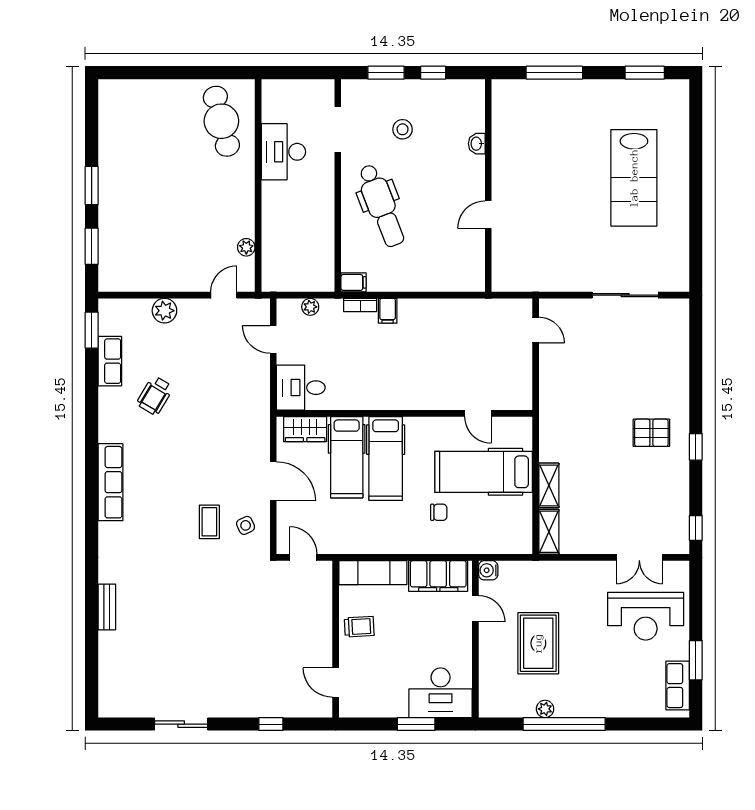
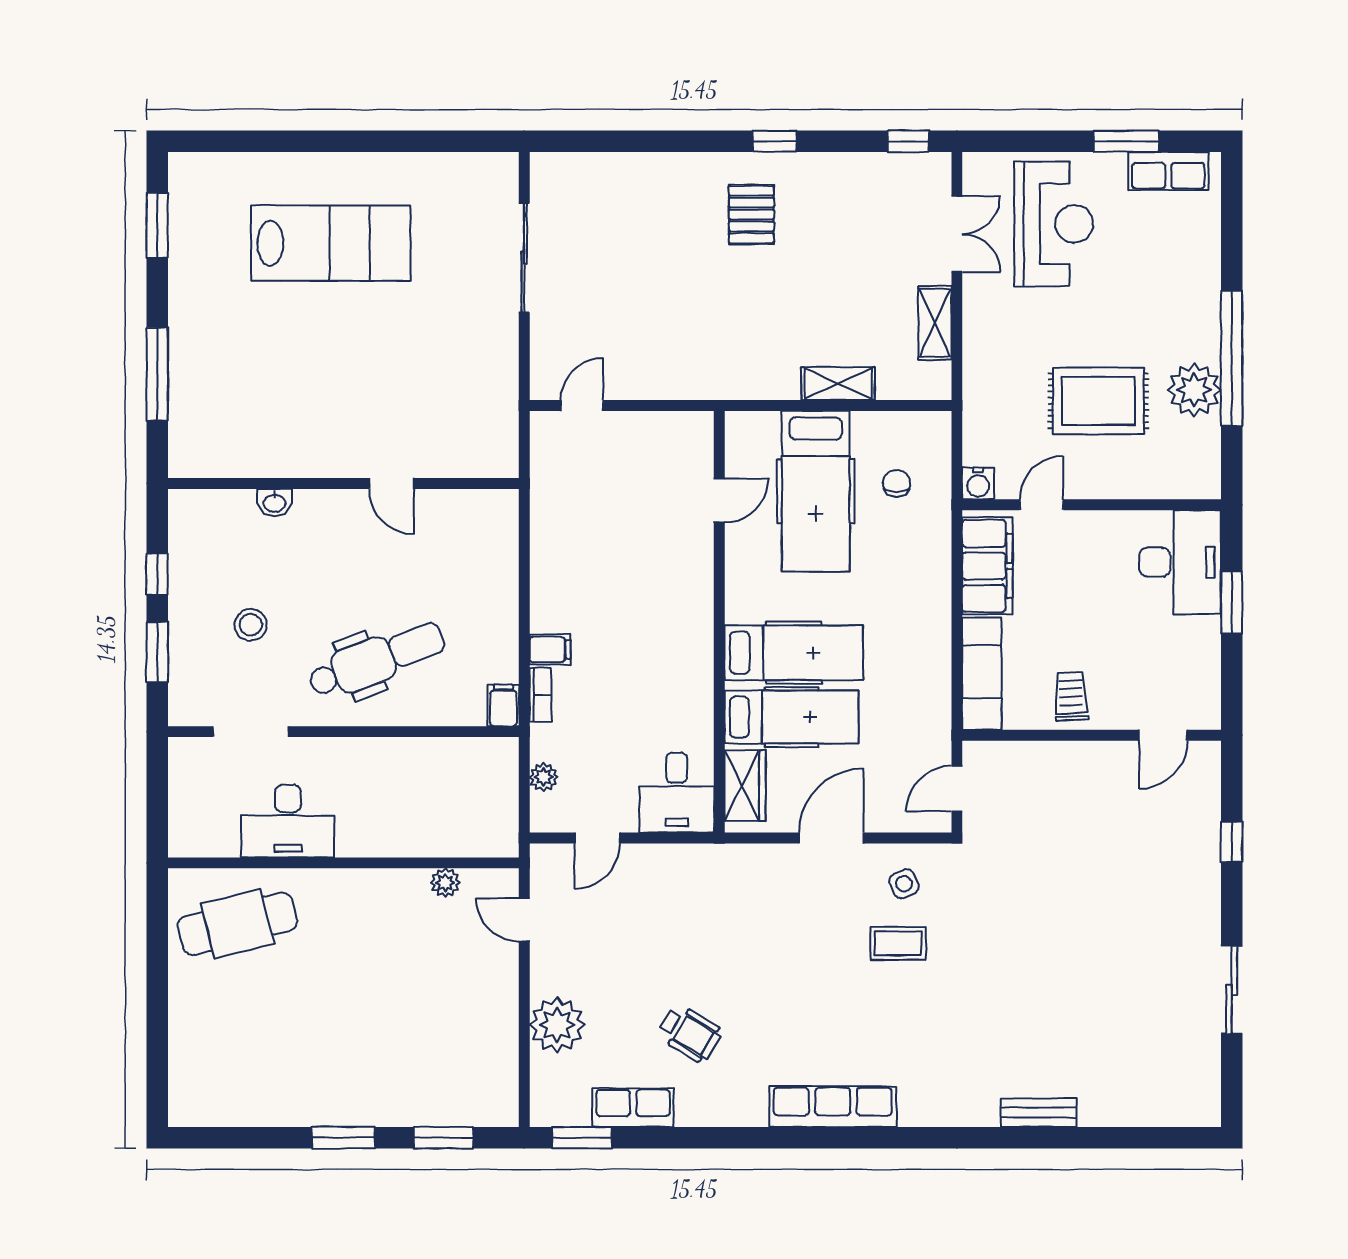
plant: (164, 311) -> (557, 1025), width x1.36, depth x1.36
chair: (439, 512) -> (897, 483), moved
shelving: (549, 532) -> (935, 323), moved, turned 90
plant: (545, 709) -> (1194, 390), width x1.87, depth x1.87

